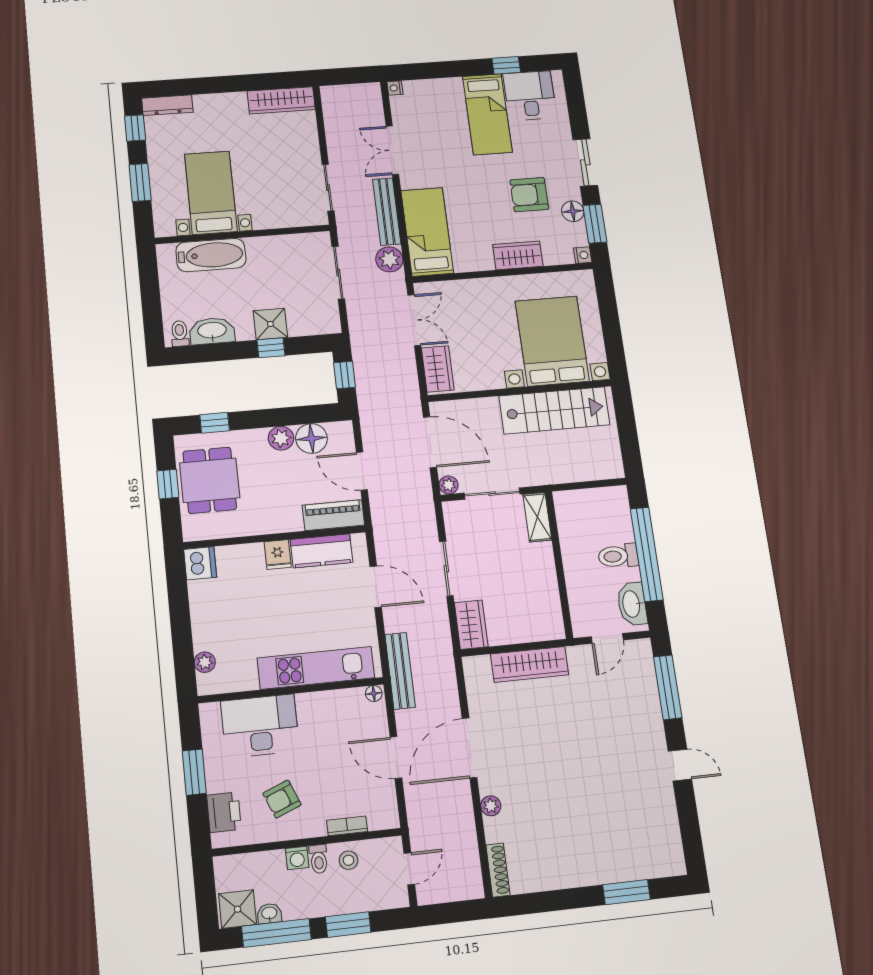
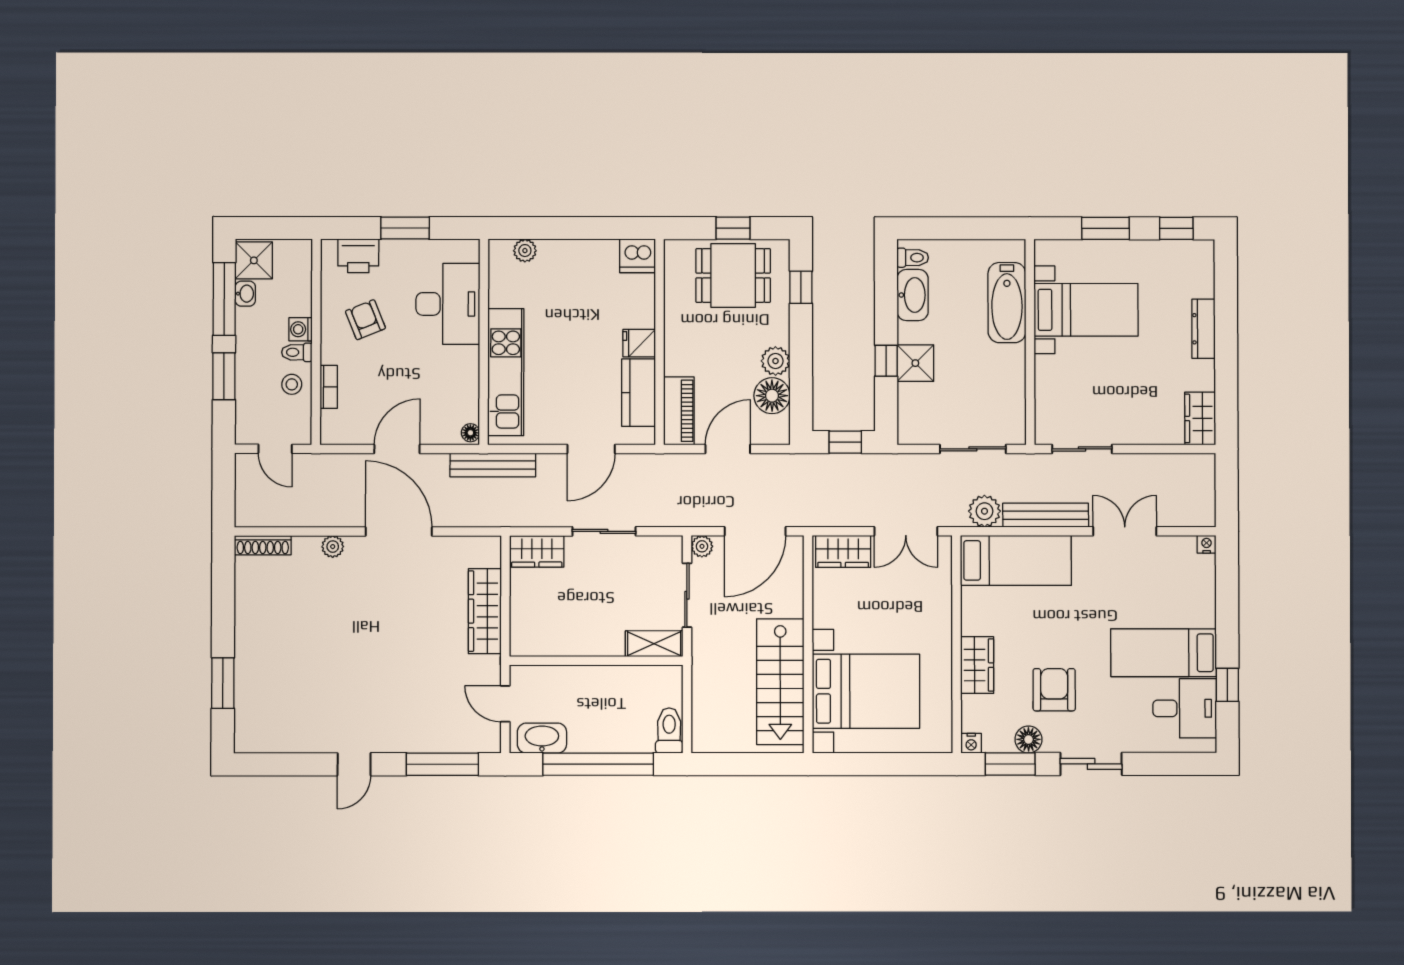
wardrobe: (281, 100) -> (1200, 418), width x0.67
dresser: (167, 105) -> (1203, 329), moved
toilet: (618, 556) -> (669, 731), moved

